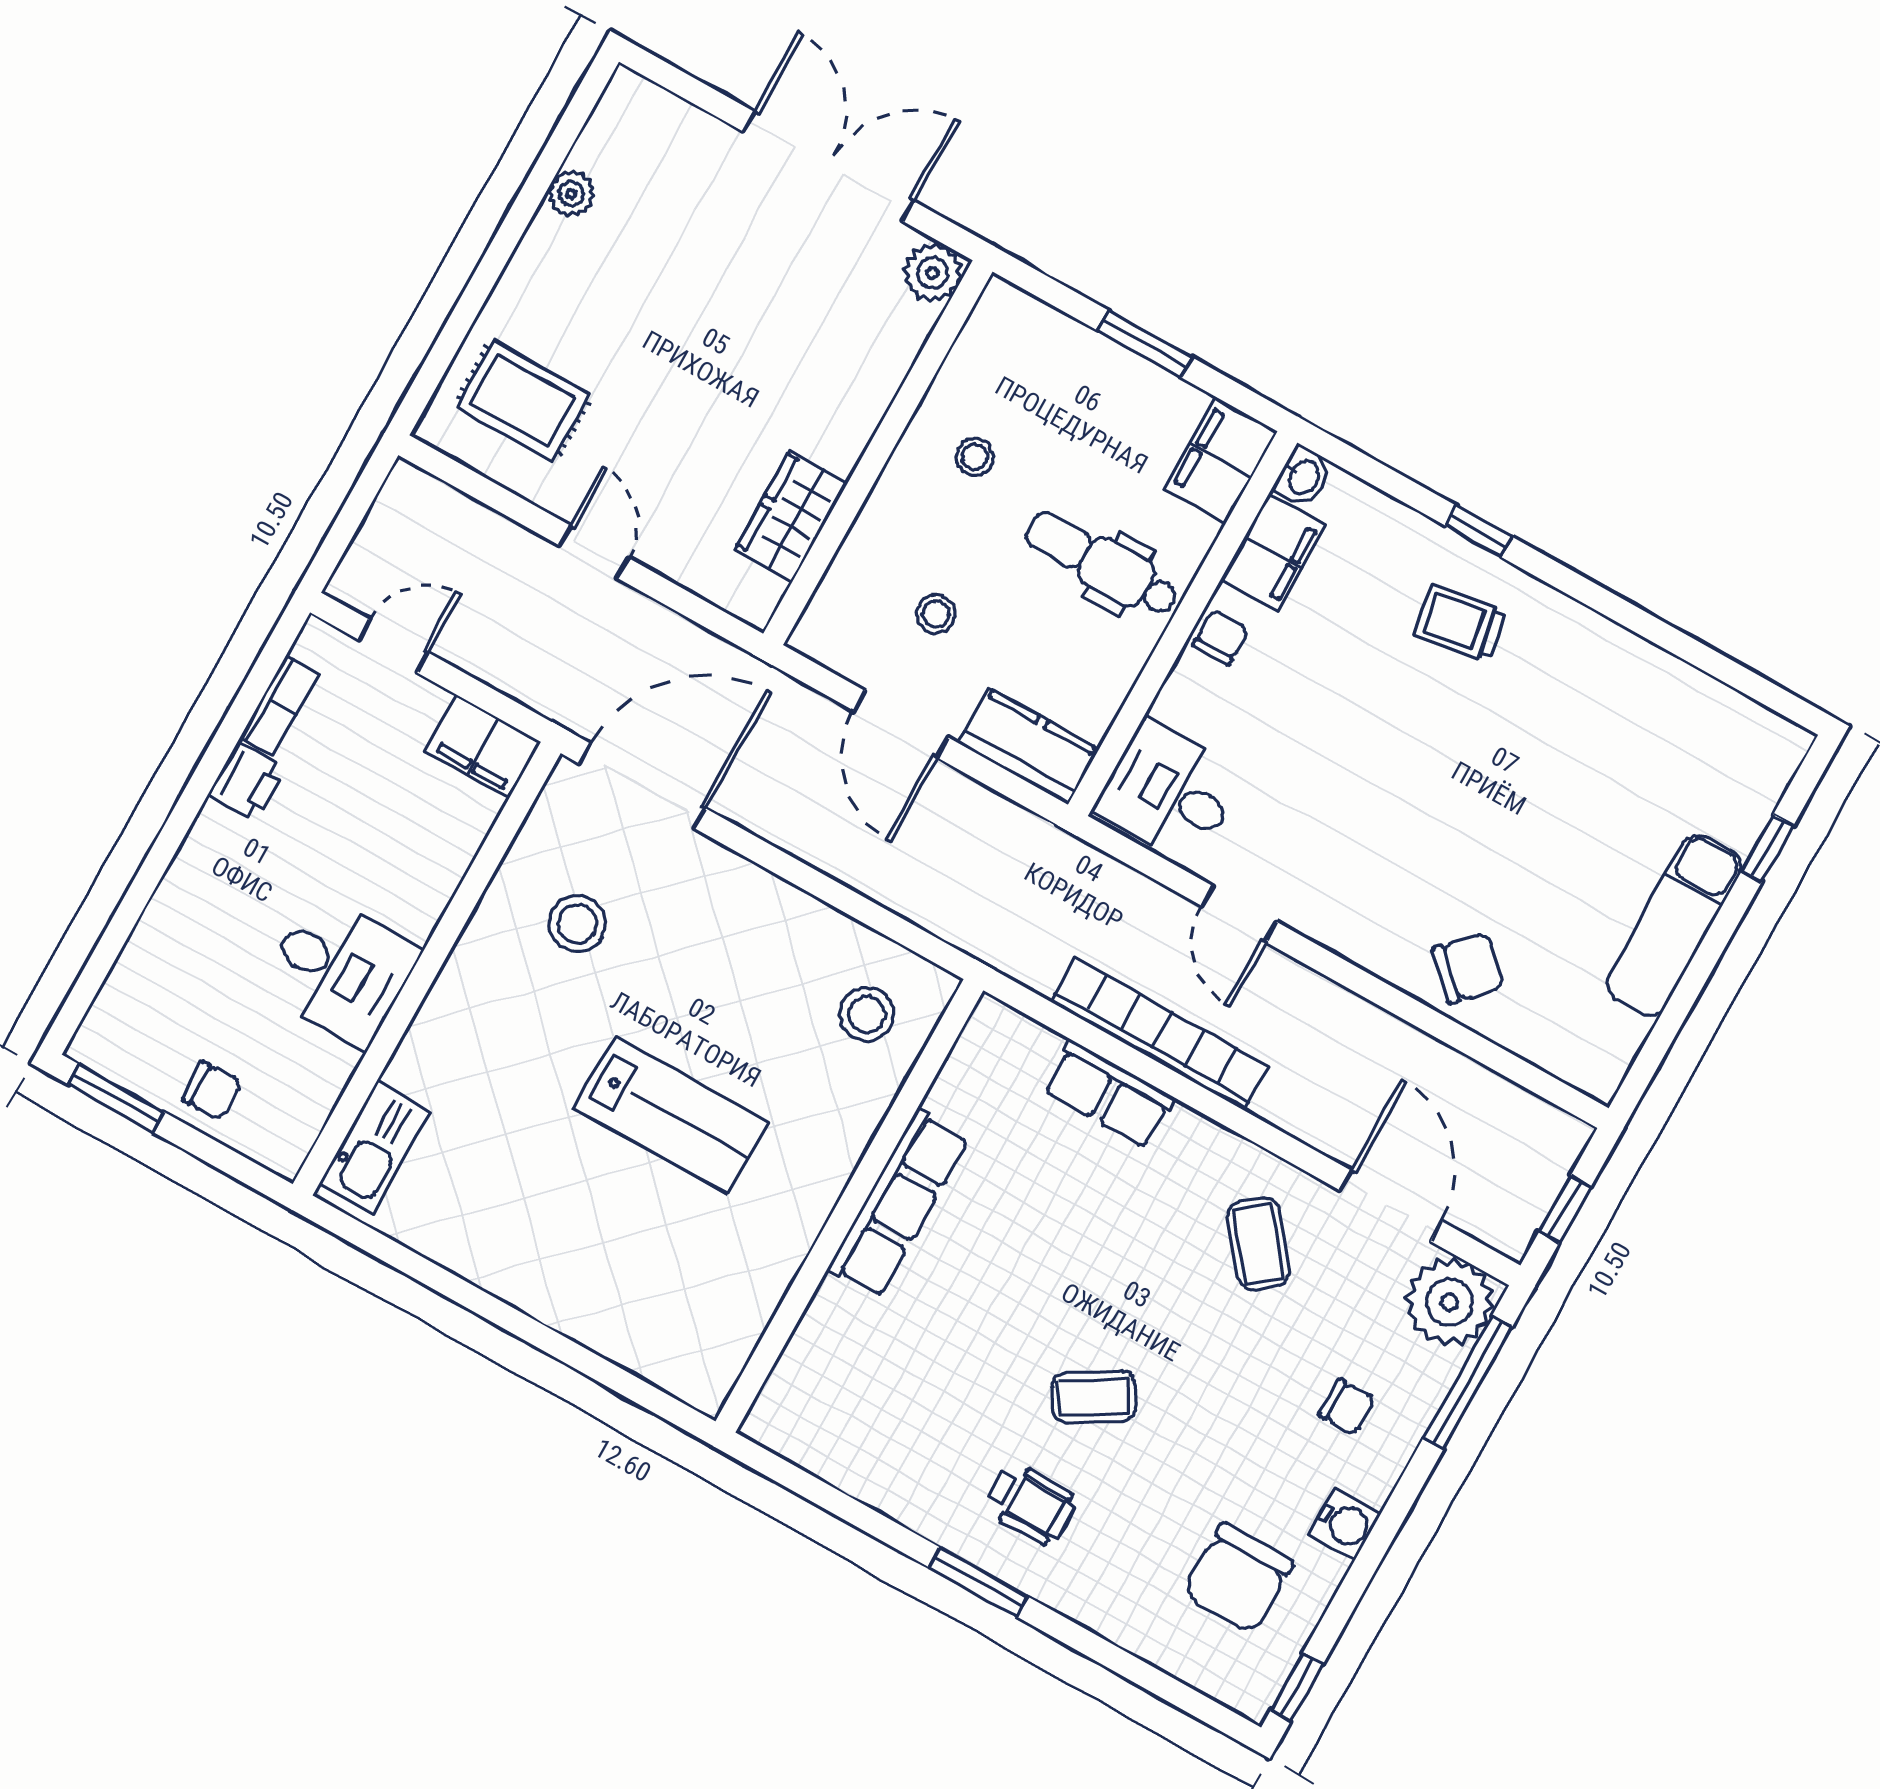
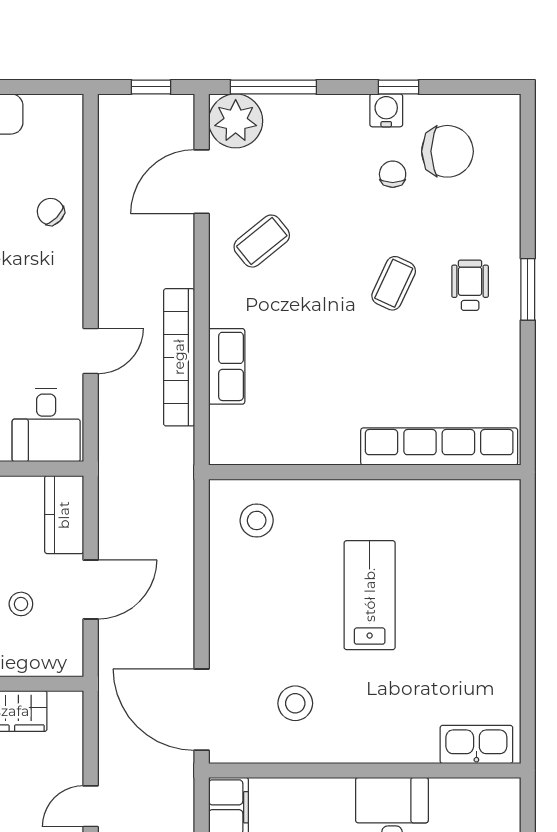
chair: (1468, 968) -> (51, 212), width x0.73, depth x0.73
row of seats: (898, 1204) -> (439, 447), moved, width x1.36
coffee table: (1094, 1397) -> (394, 283), turned 56
chair: (1347, 1407) -> (393, 174), moved
window: (1297, 1687) -> (399, 87), moved

